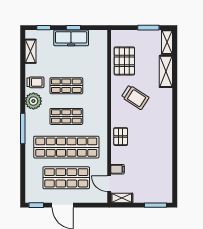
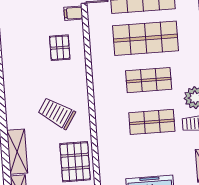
pallet: (121, 137) -> (60, 48), moved
shop shelf: (66, 147) -> (146, 38), width x0.71

